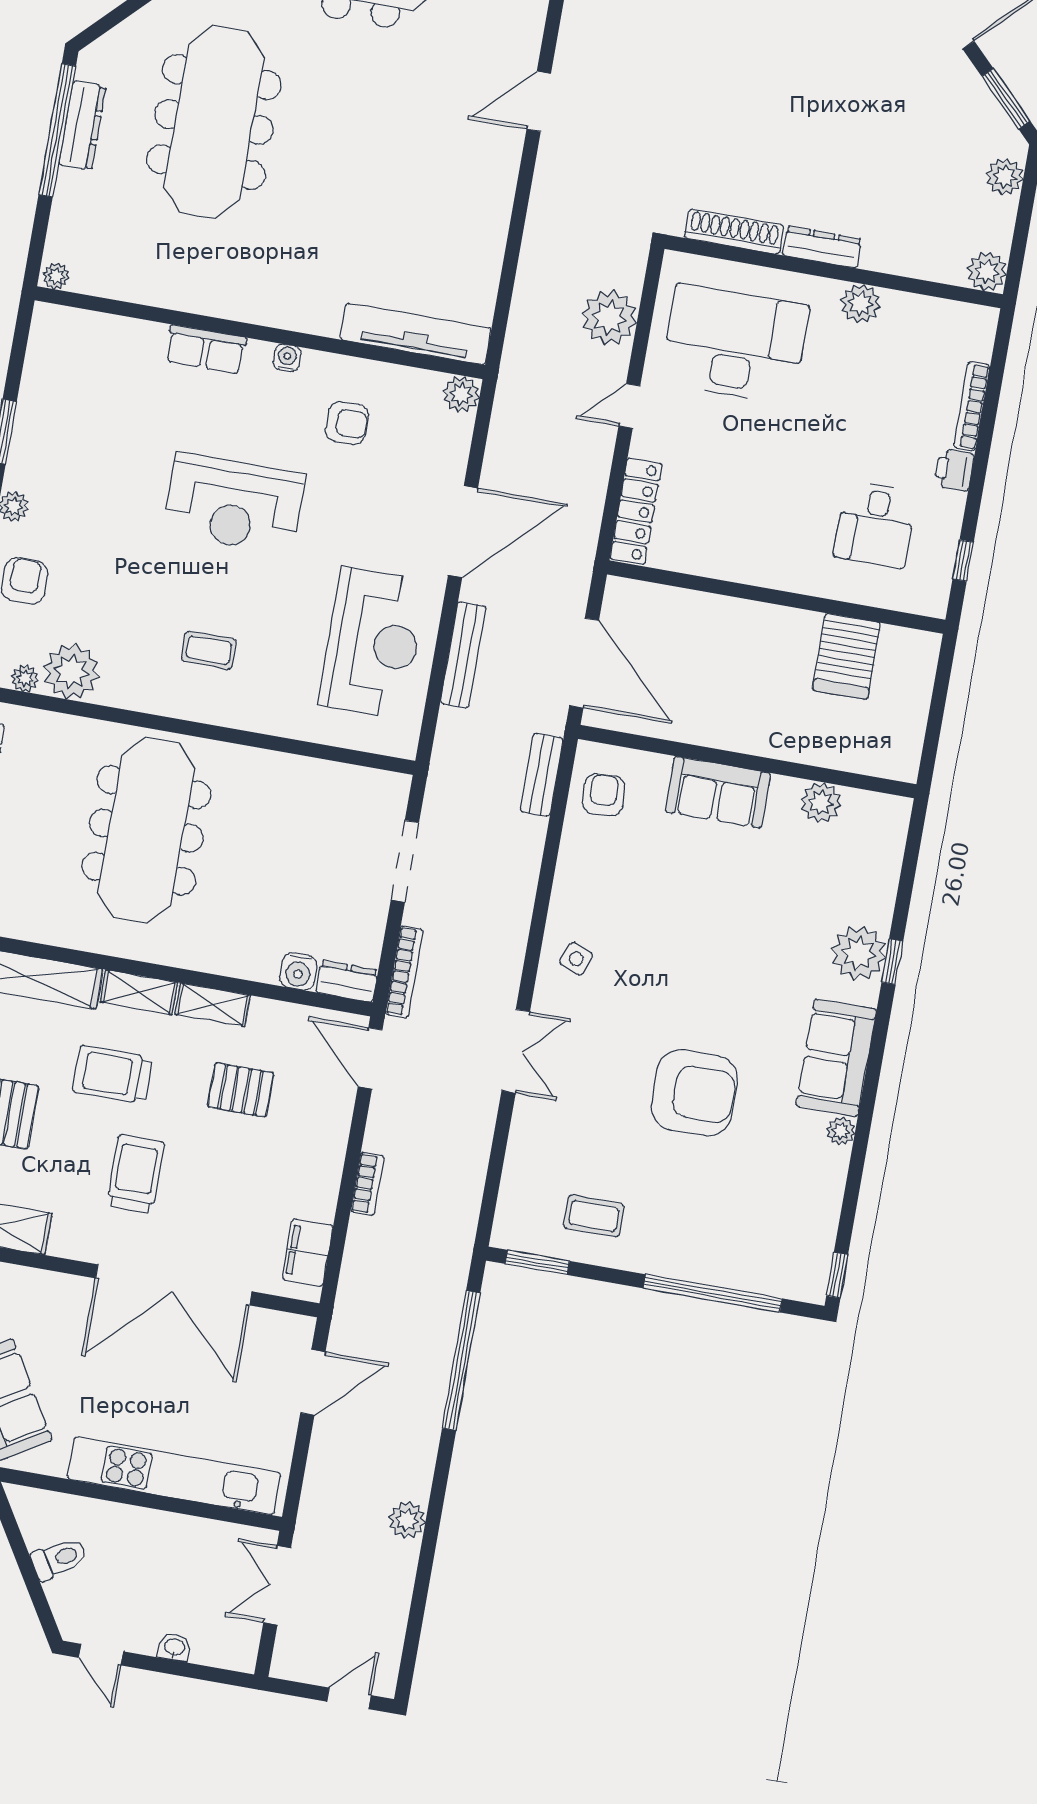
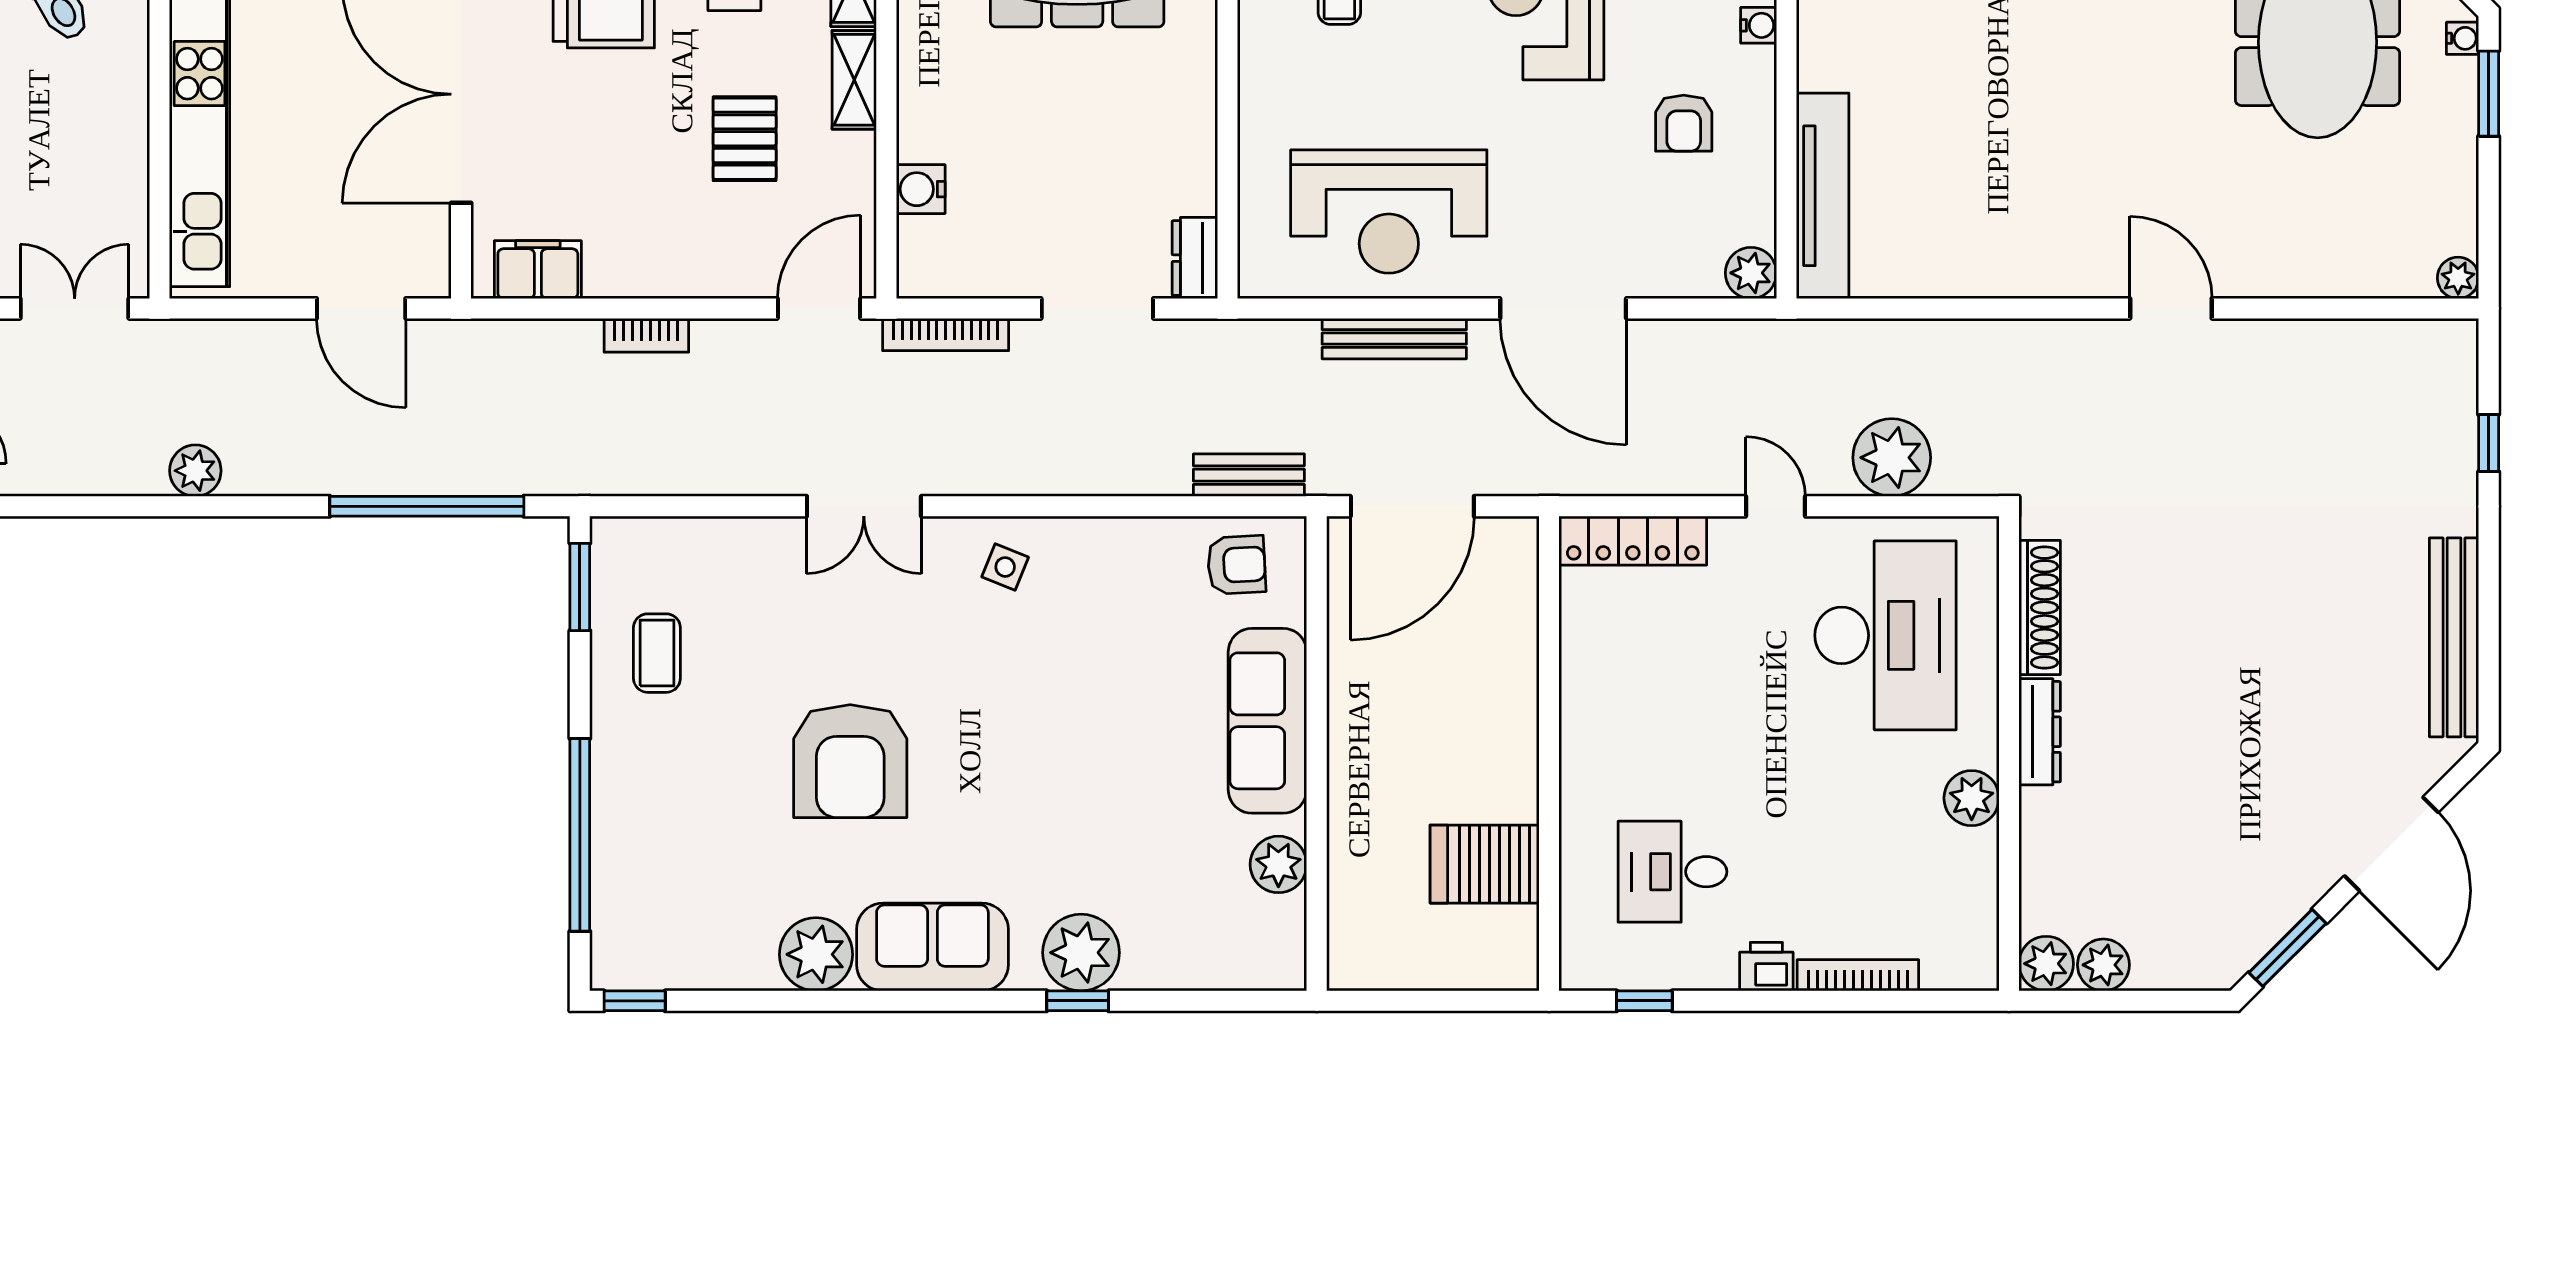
plant: (1005, 177) -> (2103, 965), moved
sofa: (718, 792) -> (1267, 721), width x1.36
dresser: (347, 981) -> (1195, 258), moved, turned 180
plant: (841, 1131) -> (816, 954), width x1.88, depth x1.88

